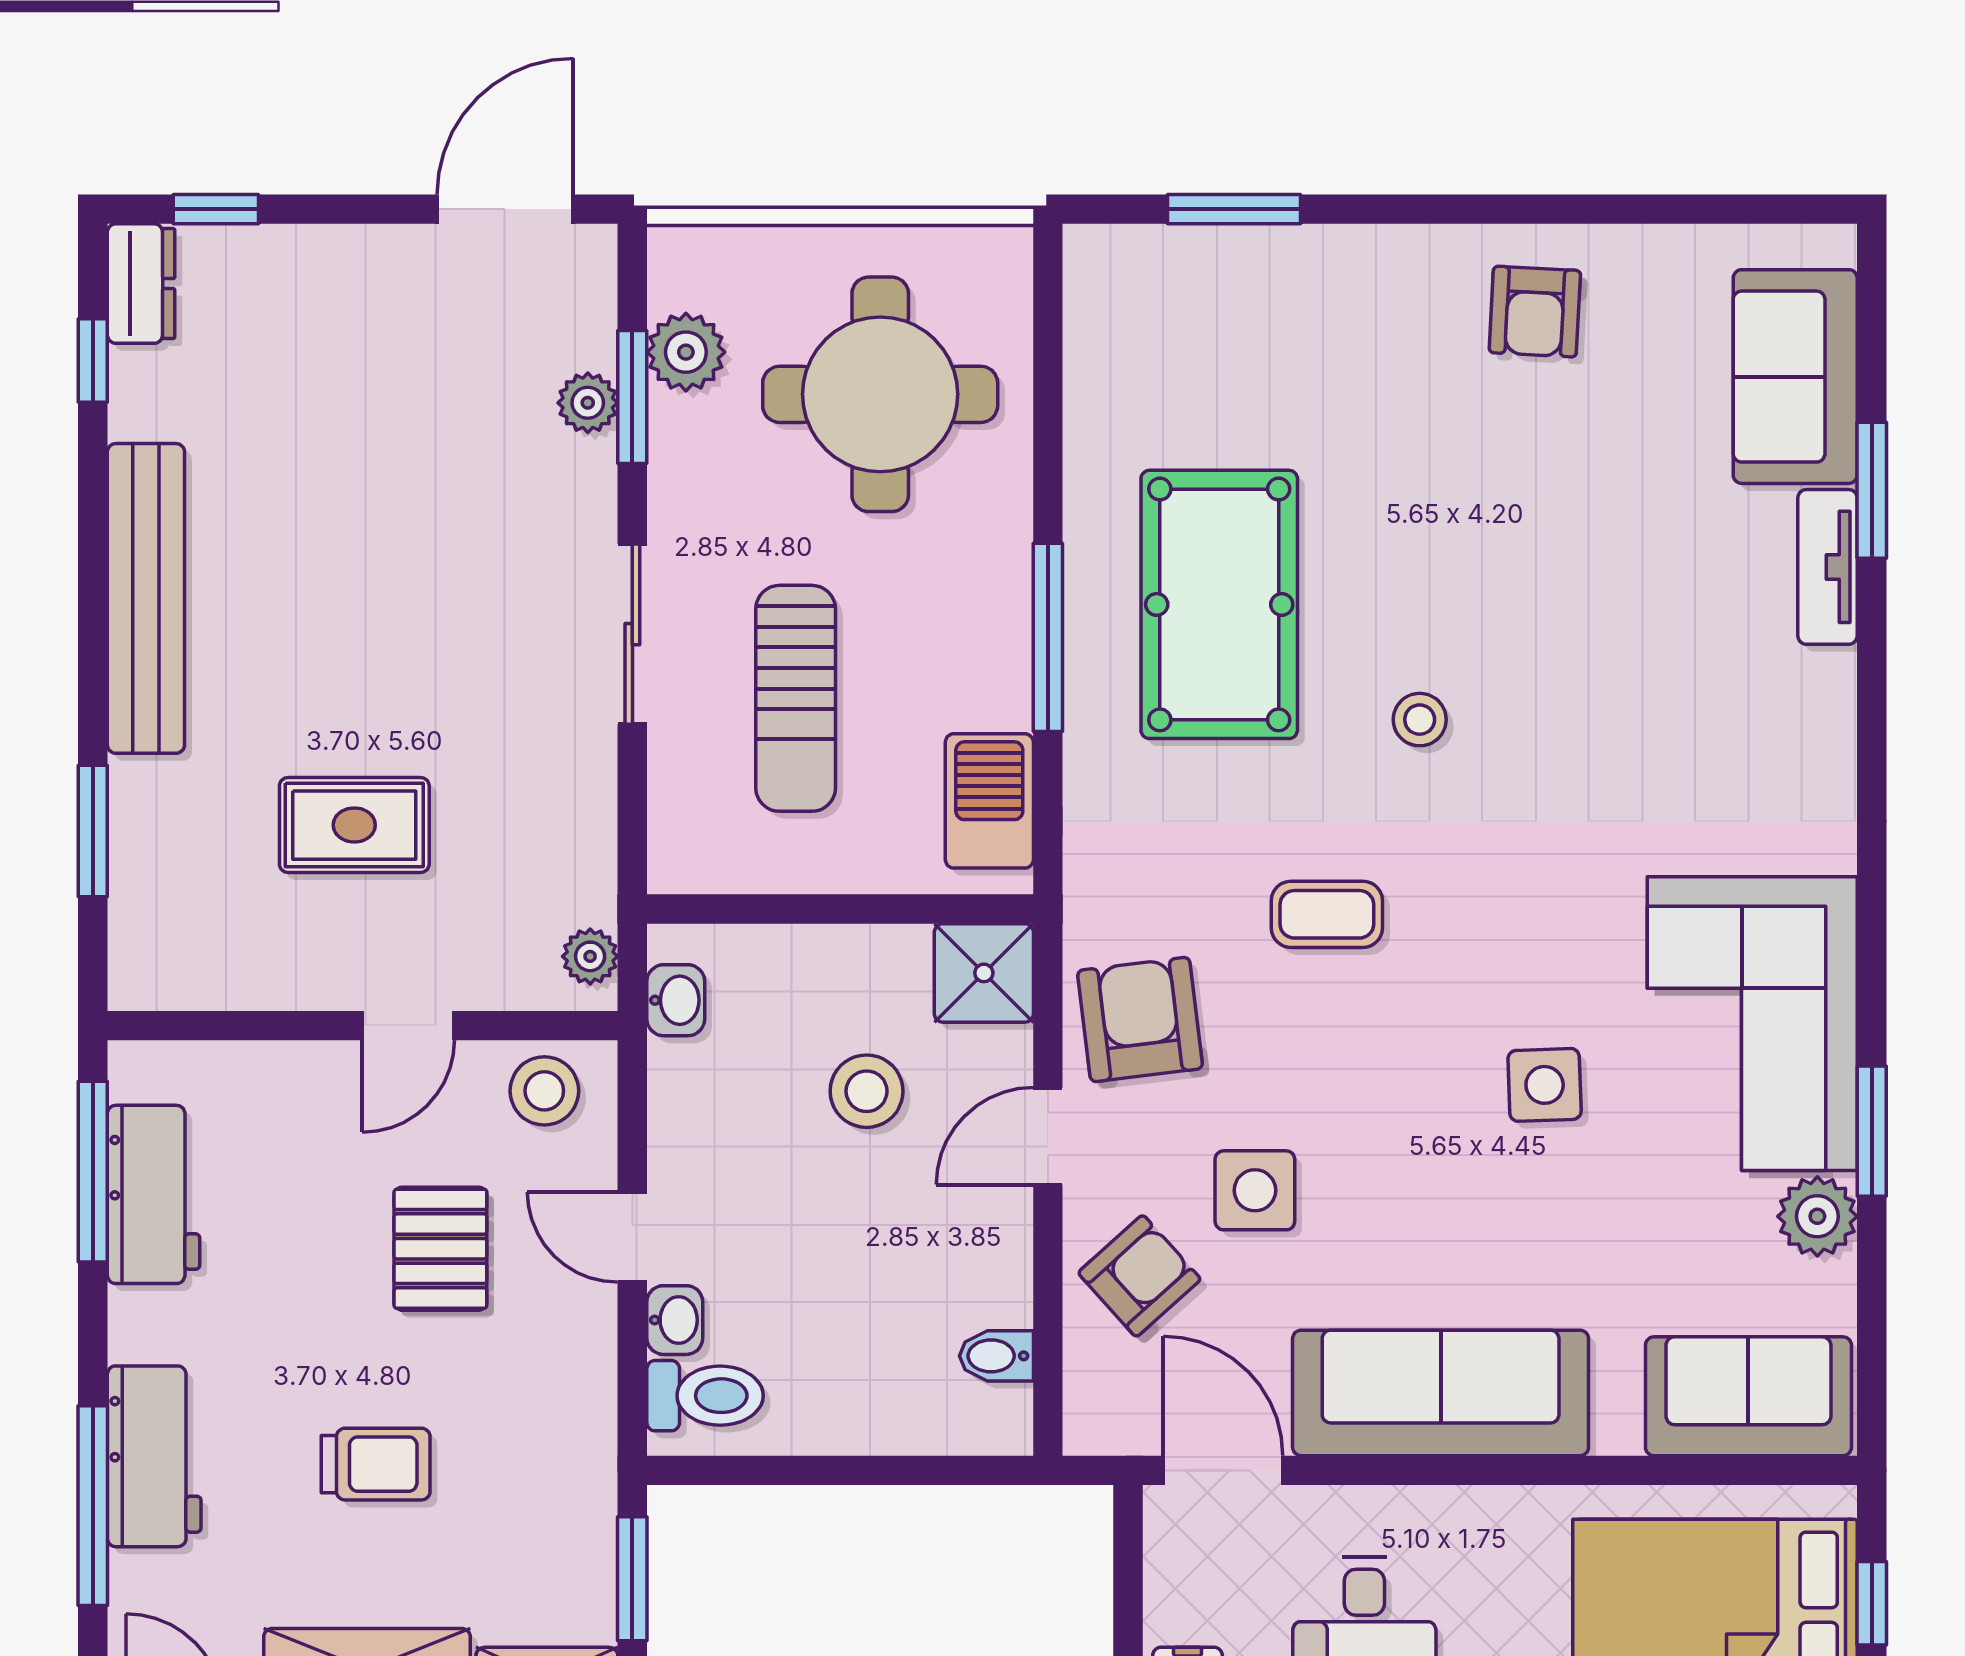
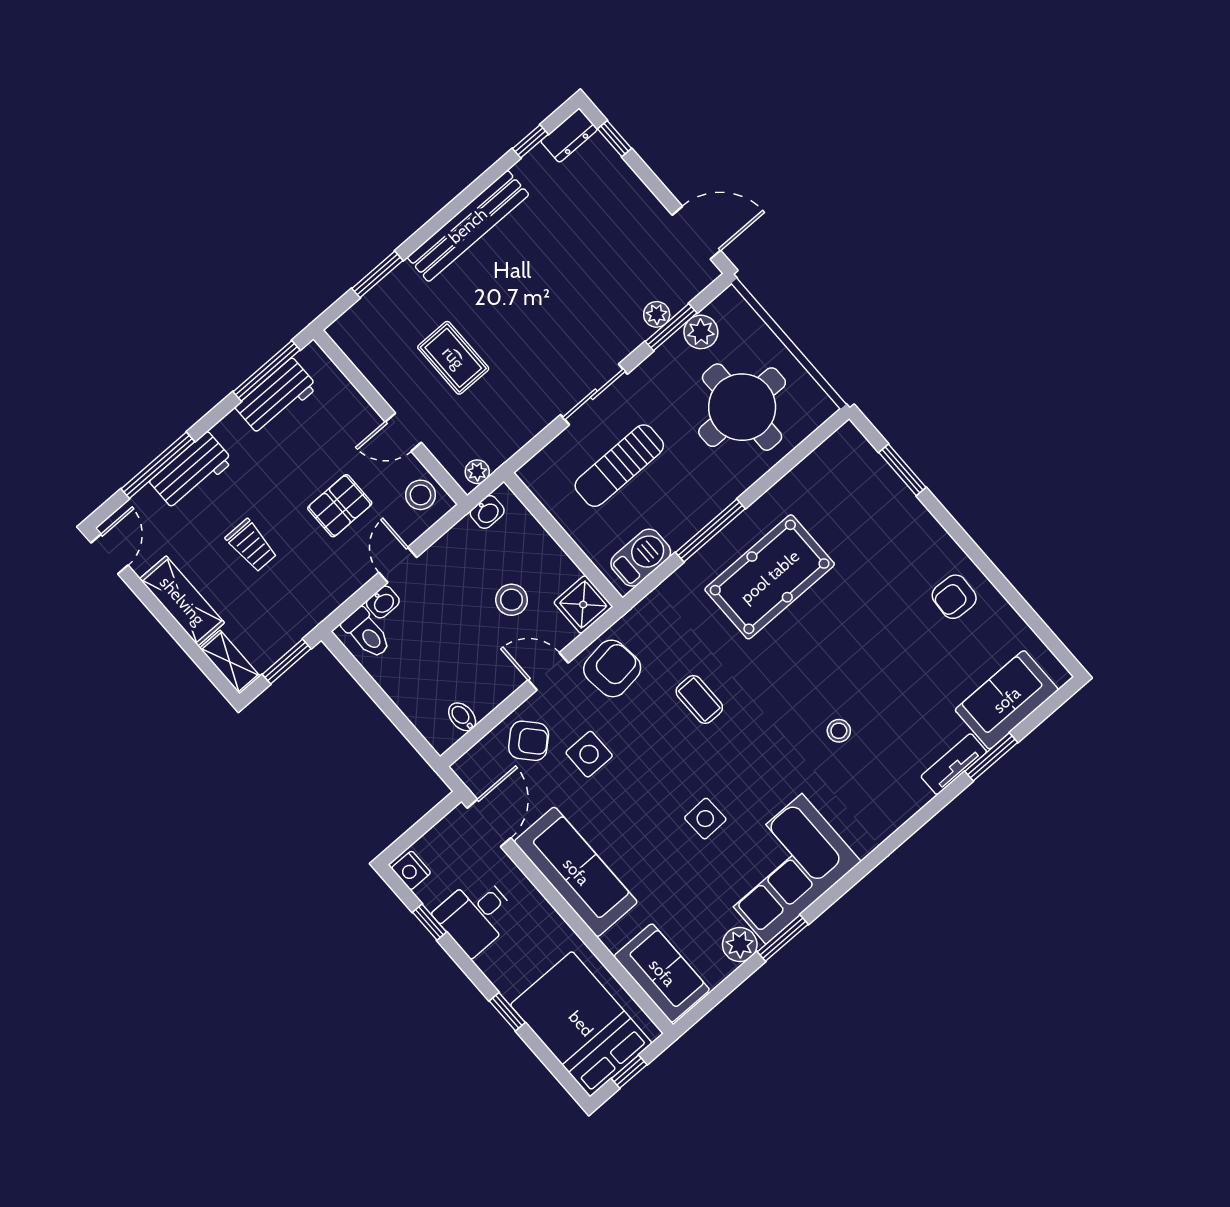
stool: (1420, 720) -> (839, 731), moved

